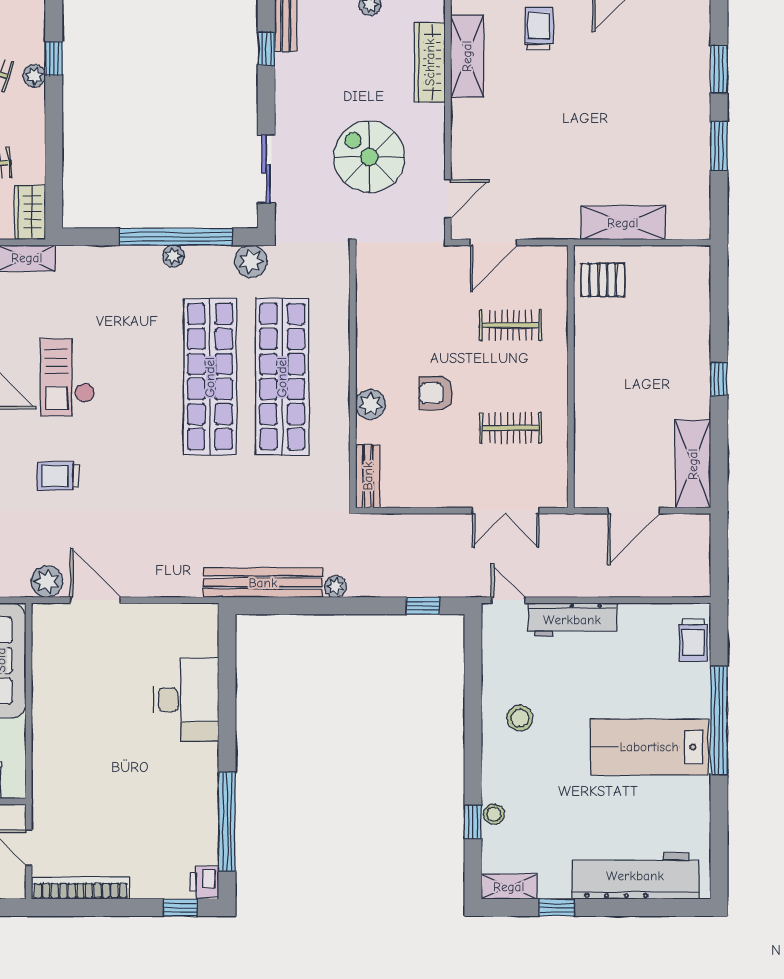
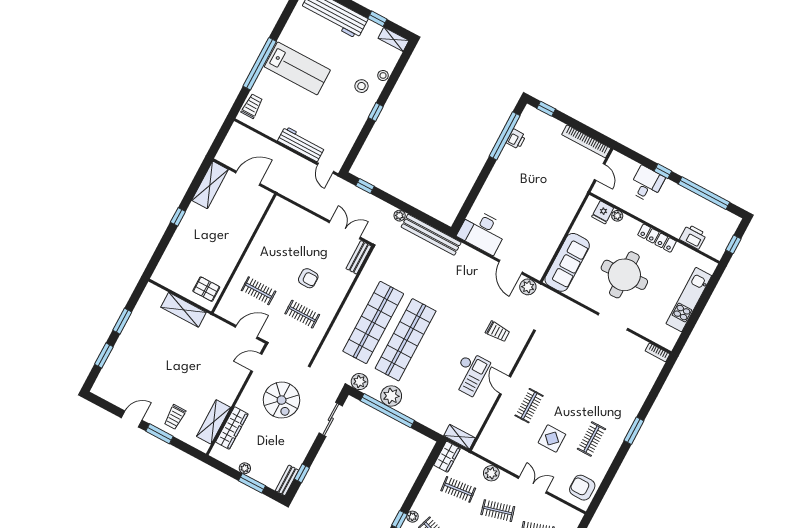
plant: (173, 256) -> (391, 396), width x1.88, depth x1.88
plant: (371, 404) -> (340, 289), removed
clothes rail: (510, 428) -> (302, 314), moved
double door: (506, 511) -> (345, 230), moved
desk: (186, 700) -> (482, 231), moved, turned -90
stool: (520, 718) -> (361, 86), moved
window: (473, 822) -> (376, 112), moved
printer: (204, 882) -> (516, 139), moved

